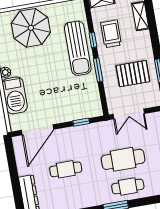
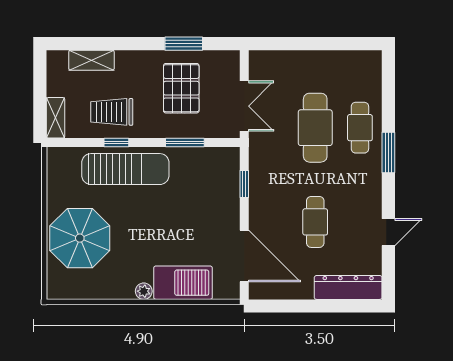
window: (98, 70) -> (185, 143), moved

